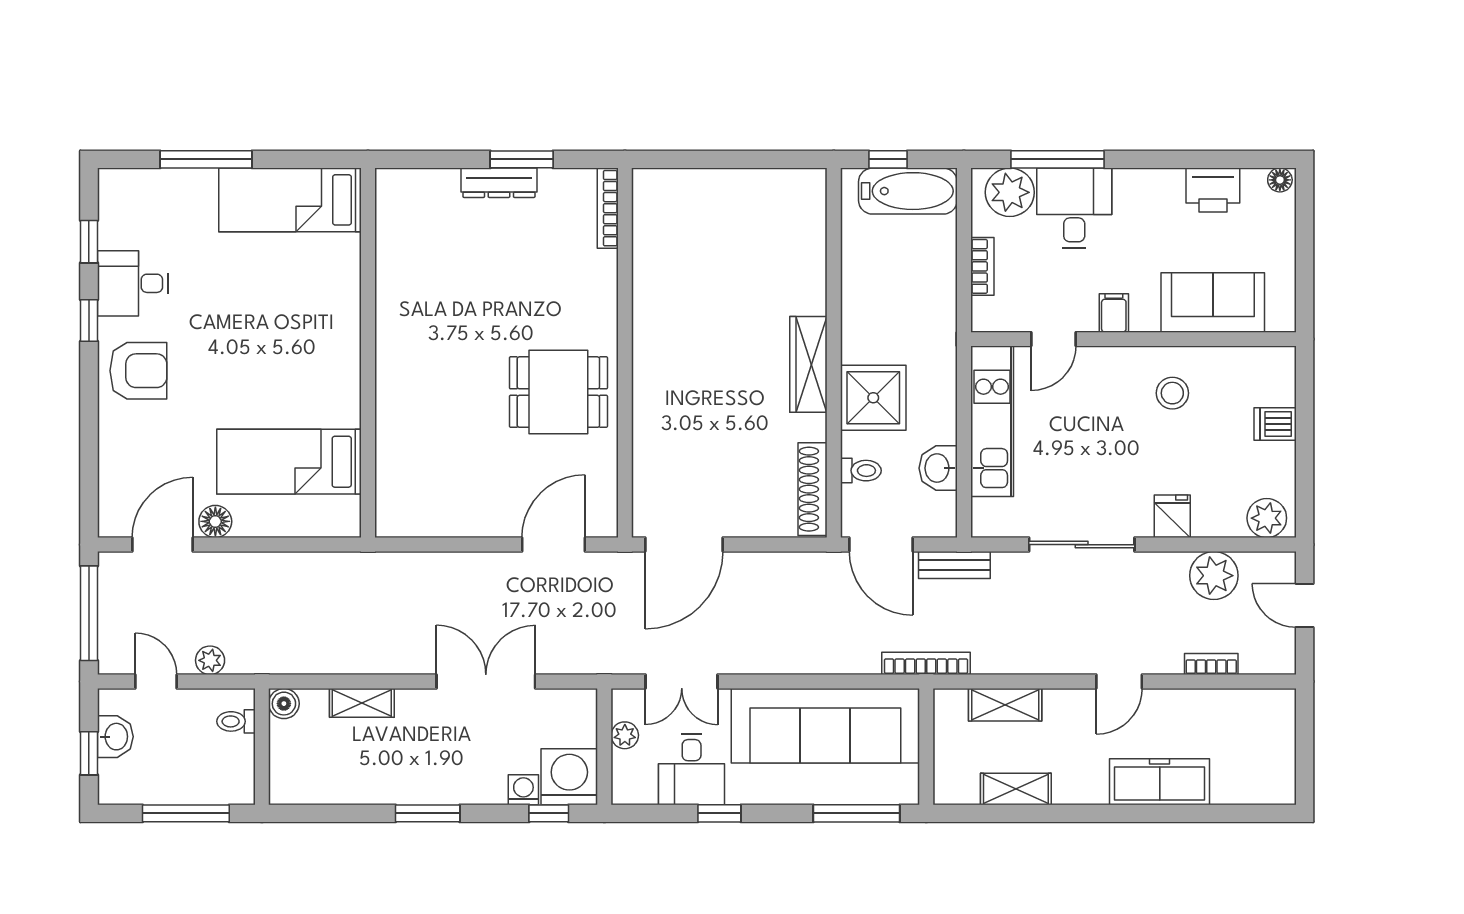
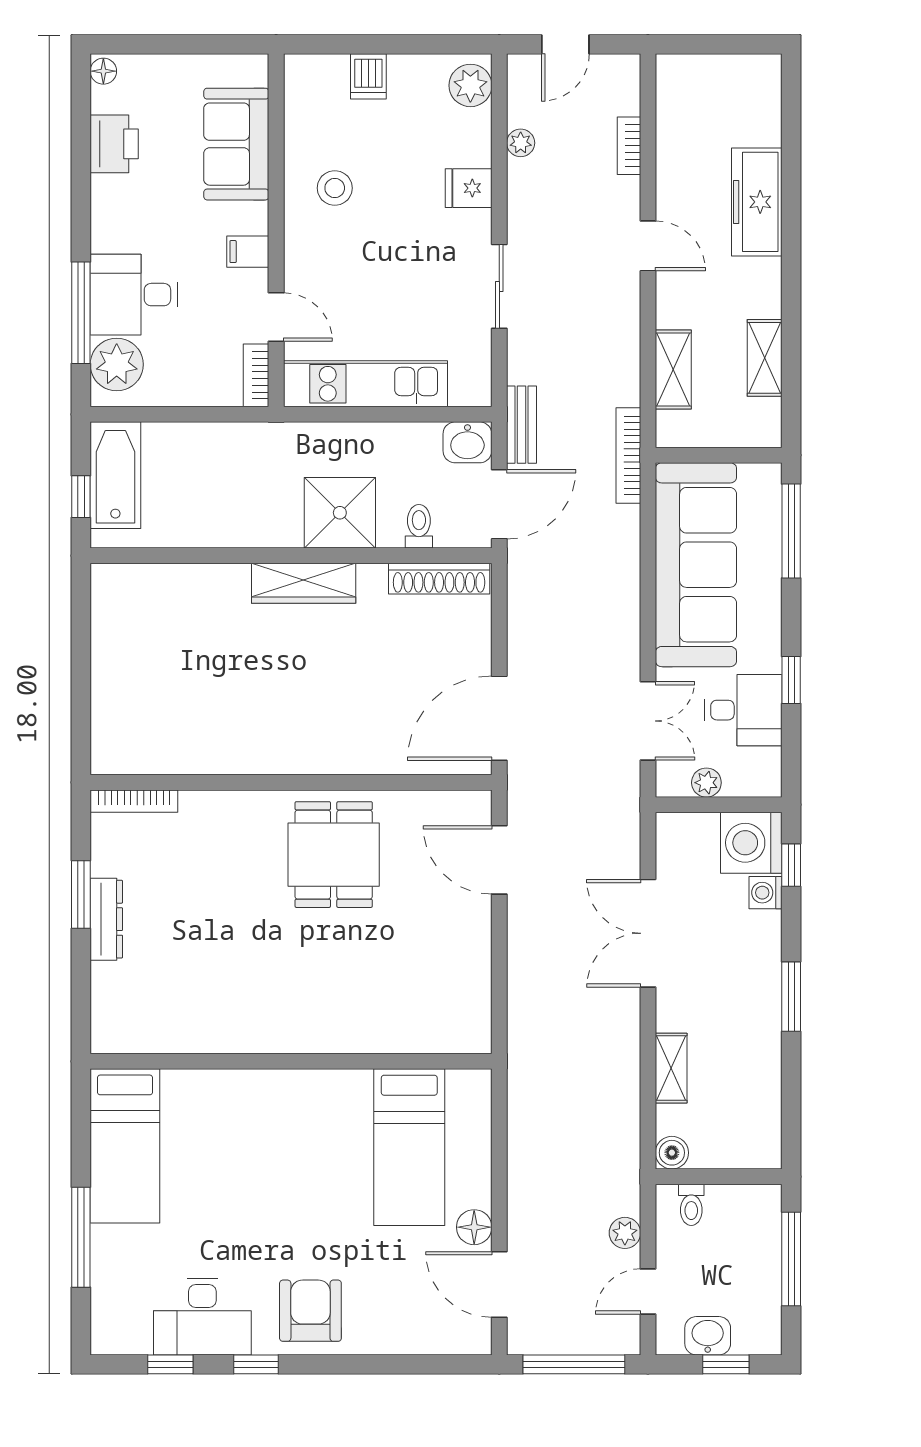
bookcase: (982, 266) -> (256, 375), moved, turned -90
desk: (133, 283) -> (202, 1317), width x1.37
washbasin: (938, 468) -> (467, 442), moved
door: (684, 545) -> (499, 718), swing flipped
sliding door: (1082, 545) -> (499, 286), width x0.73
plant: (1214, 576) -> (521, 143), width x0.53, depth x0.53

